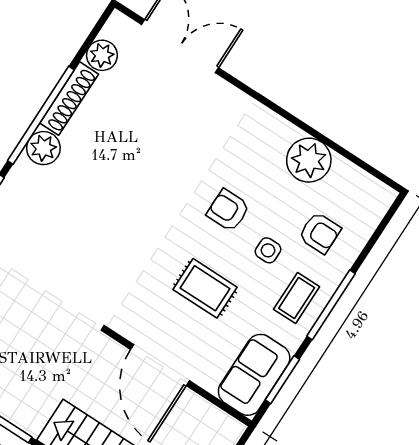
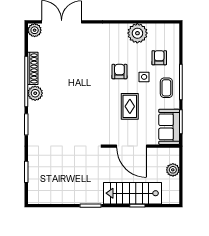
plant: (102, 55) -> (35, 30), moved
armchair: (228, 210) -> (119, 72), turned 90
armchair: (320, 233) -> (159, 58), turned -90
rug: (205, 288) -> (130, 106), turned 90

